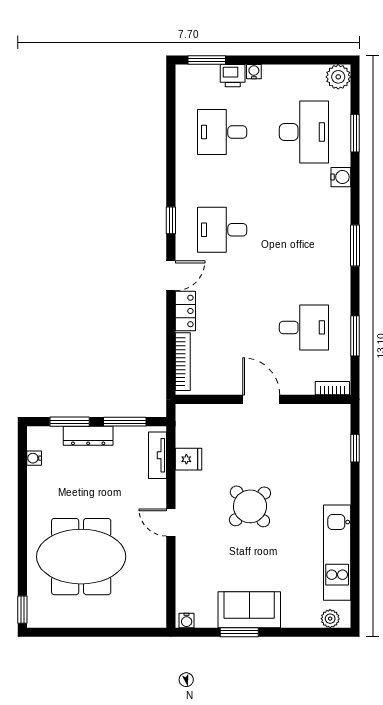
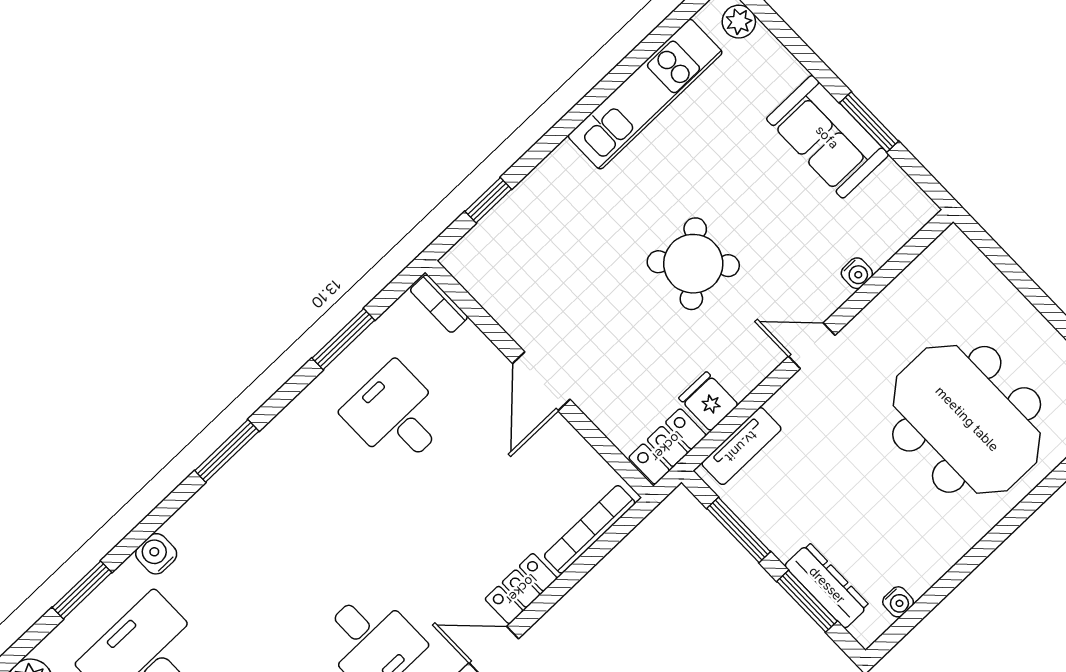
locker: (186, 425) -> (667, 446), added
dresser: (88, 436) -> (827, 585), moved
door: (171, 522) -> (812, 346), swing flipped
water cooler: (187, 620) -> (857, 273), moved, turned 90

